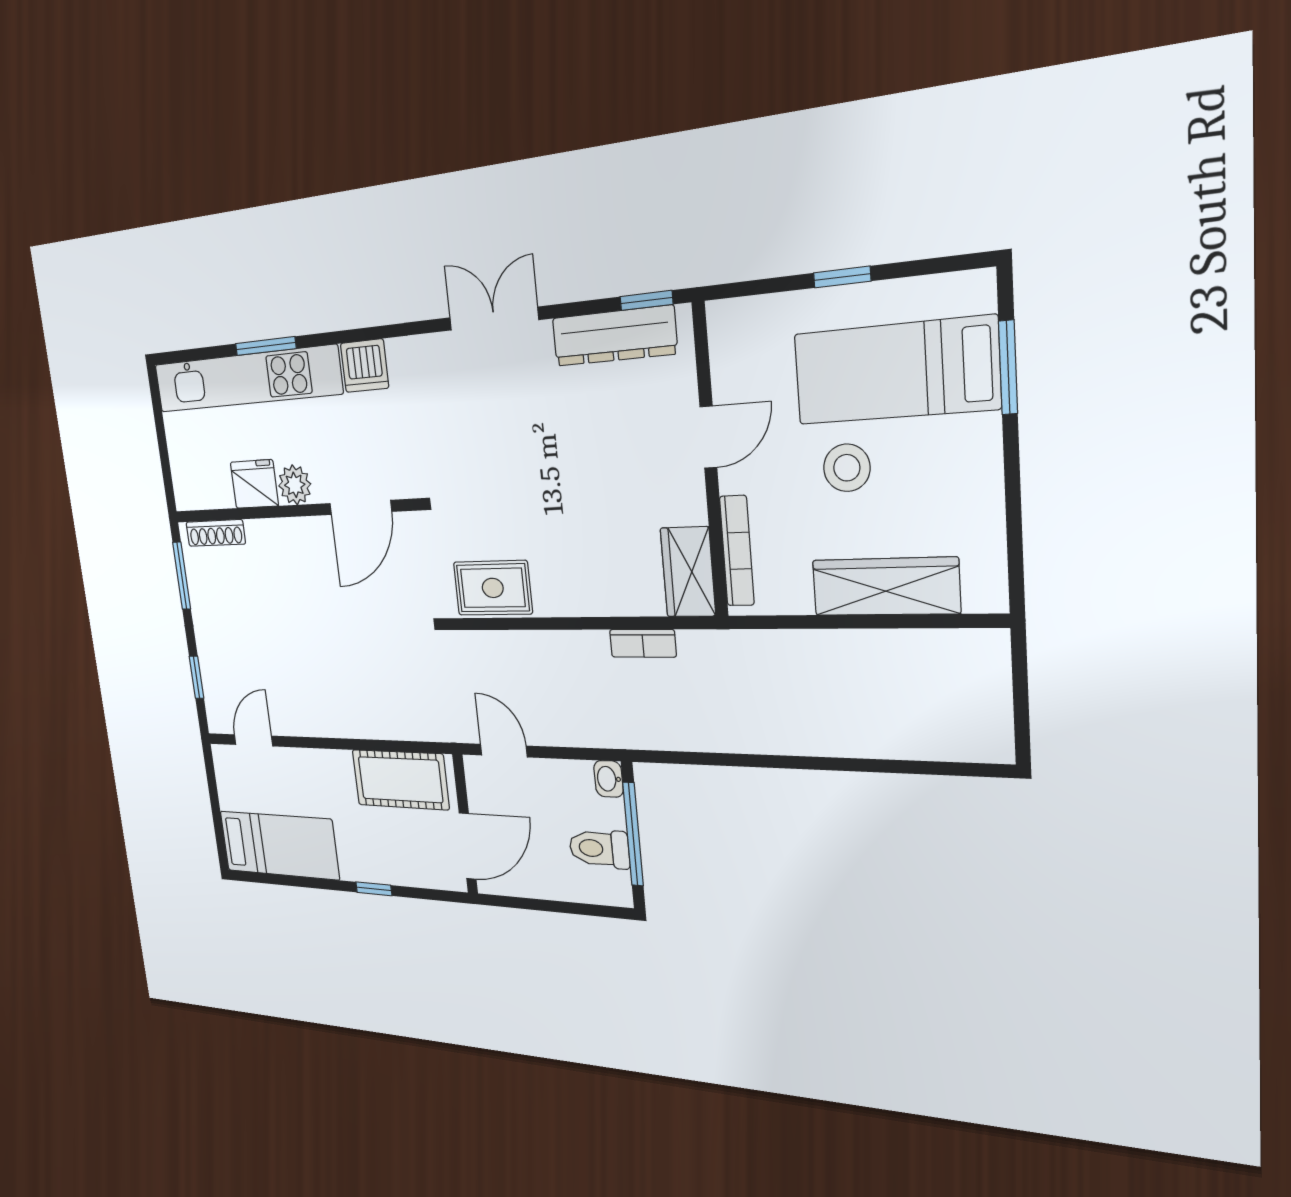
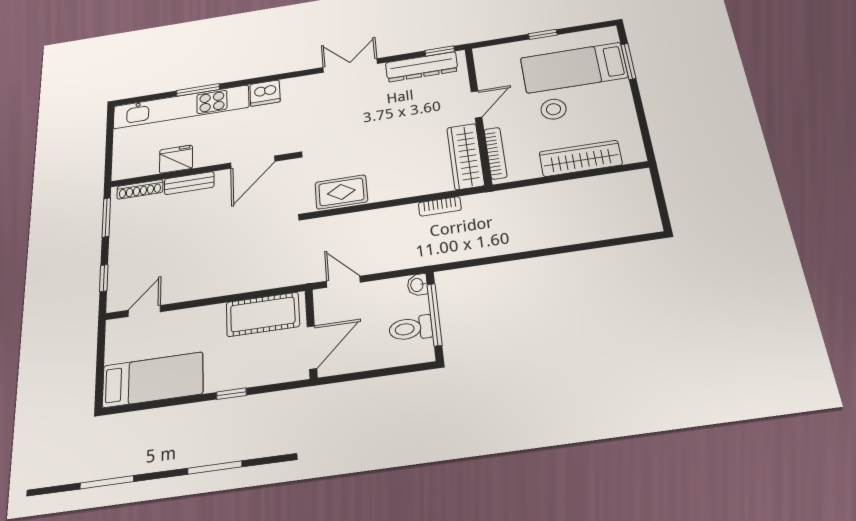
plant: (295, 485) -> (206, 156), removed
bench: (278, 533) -> (189, 183), added
wardrobe: (688, 572) -> (466, 156), width x1.50

